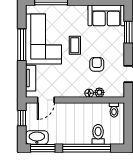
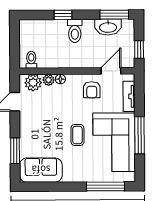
armchair: (97, 64) -> (92, 90), moved
plant: (113, 90) -> (33, 83), added
toilet: (98, 134) -> (75, 31), moved
washbasin: (37, 137) -> (108, 27), moved
window: (87, 148) -> (63, 15), width x0.32

